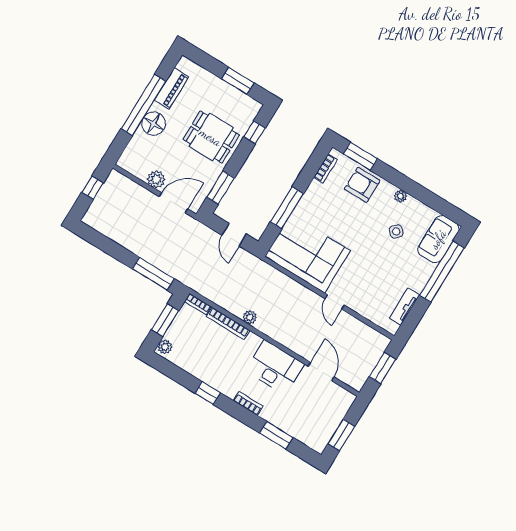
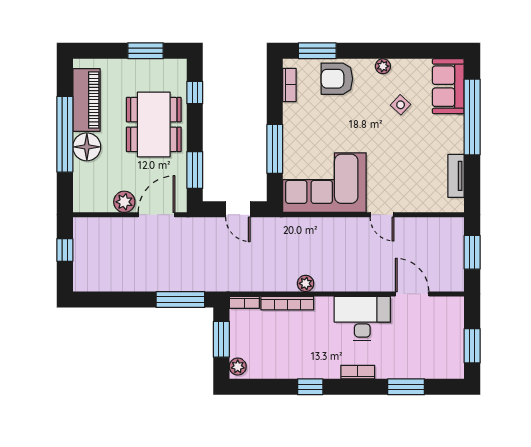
piano: (171, 88) -> (86, 100), width x1.37, depth x1.33
dining table: (211, 137) -> (154, 125), width x1.38

